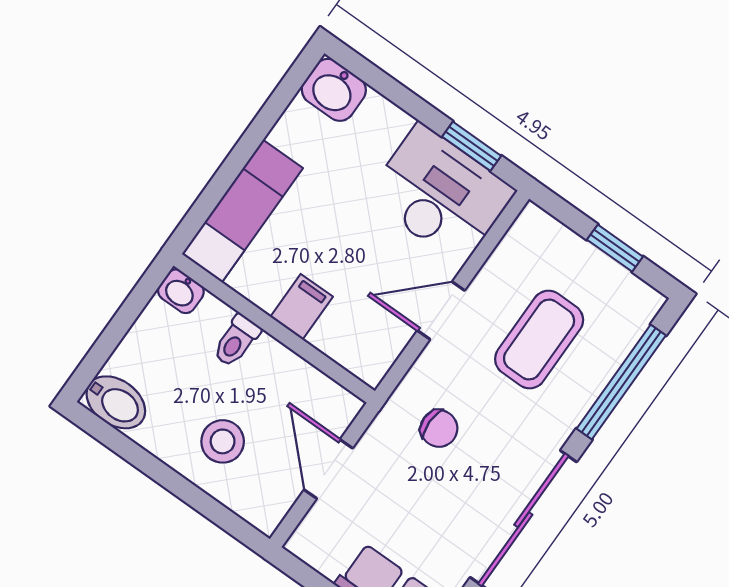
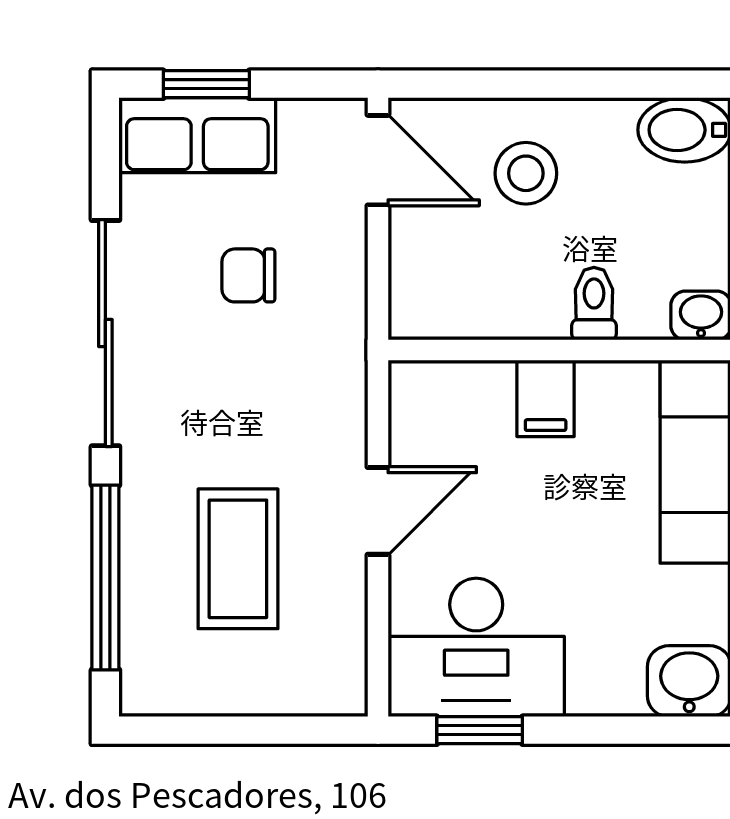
window: (615, 248) -> (225, 730), removed
chair: (439, 428) -> (248, 275), moved
door: (328, 469) -> (378, 160), moved

